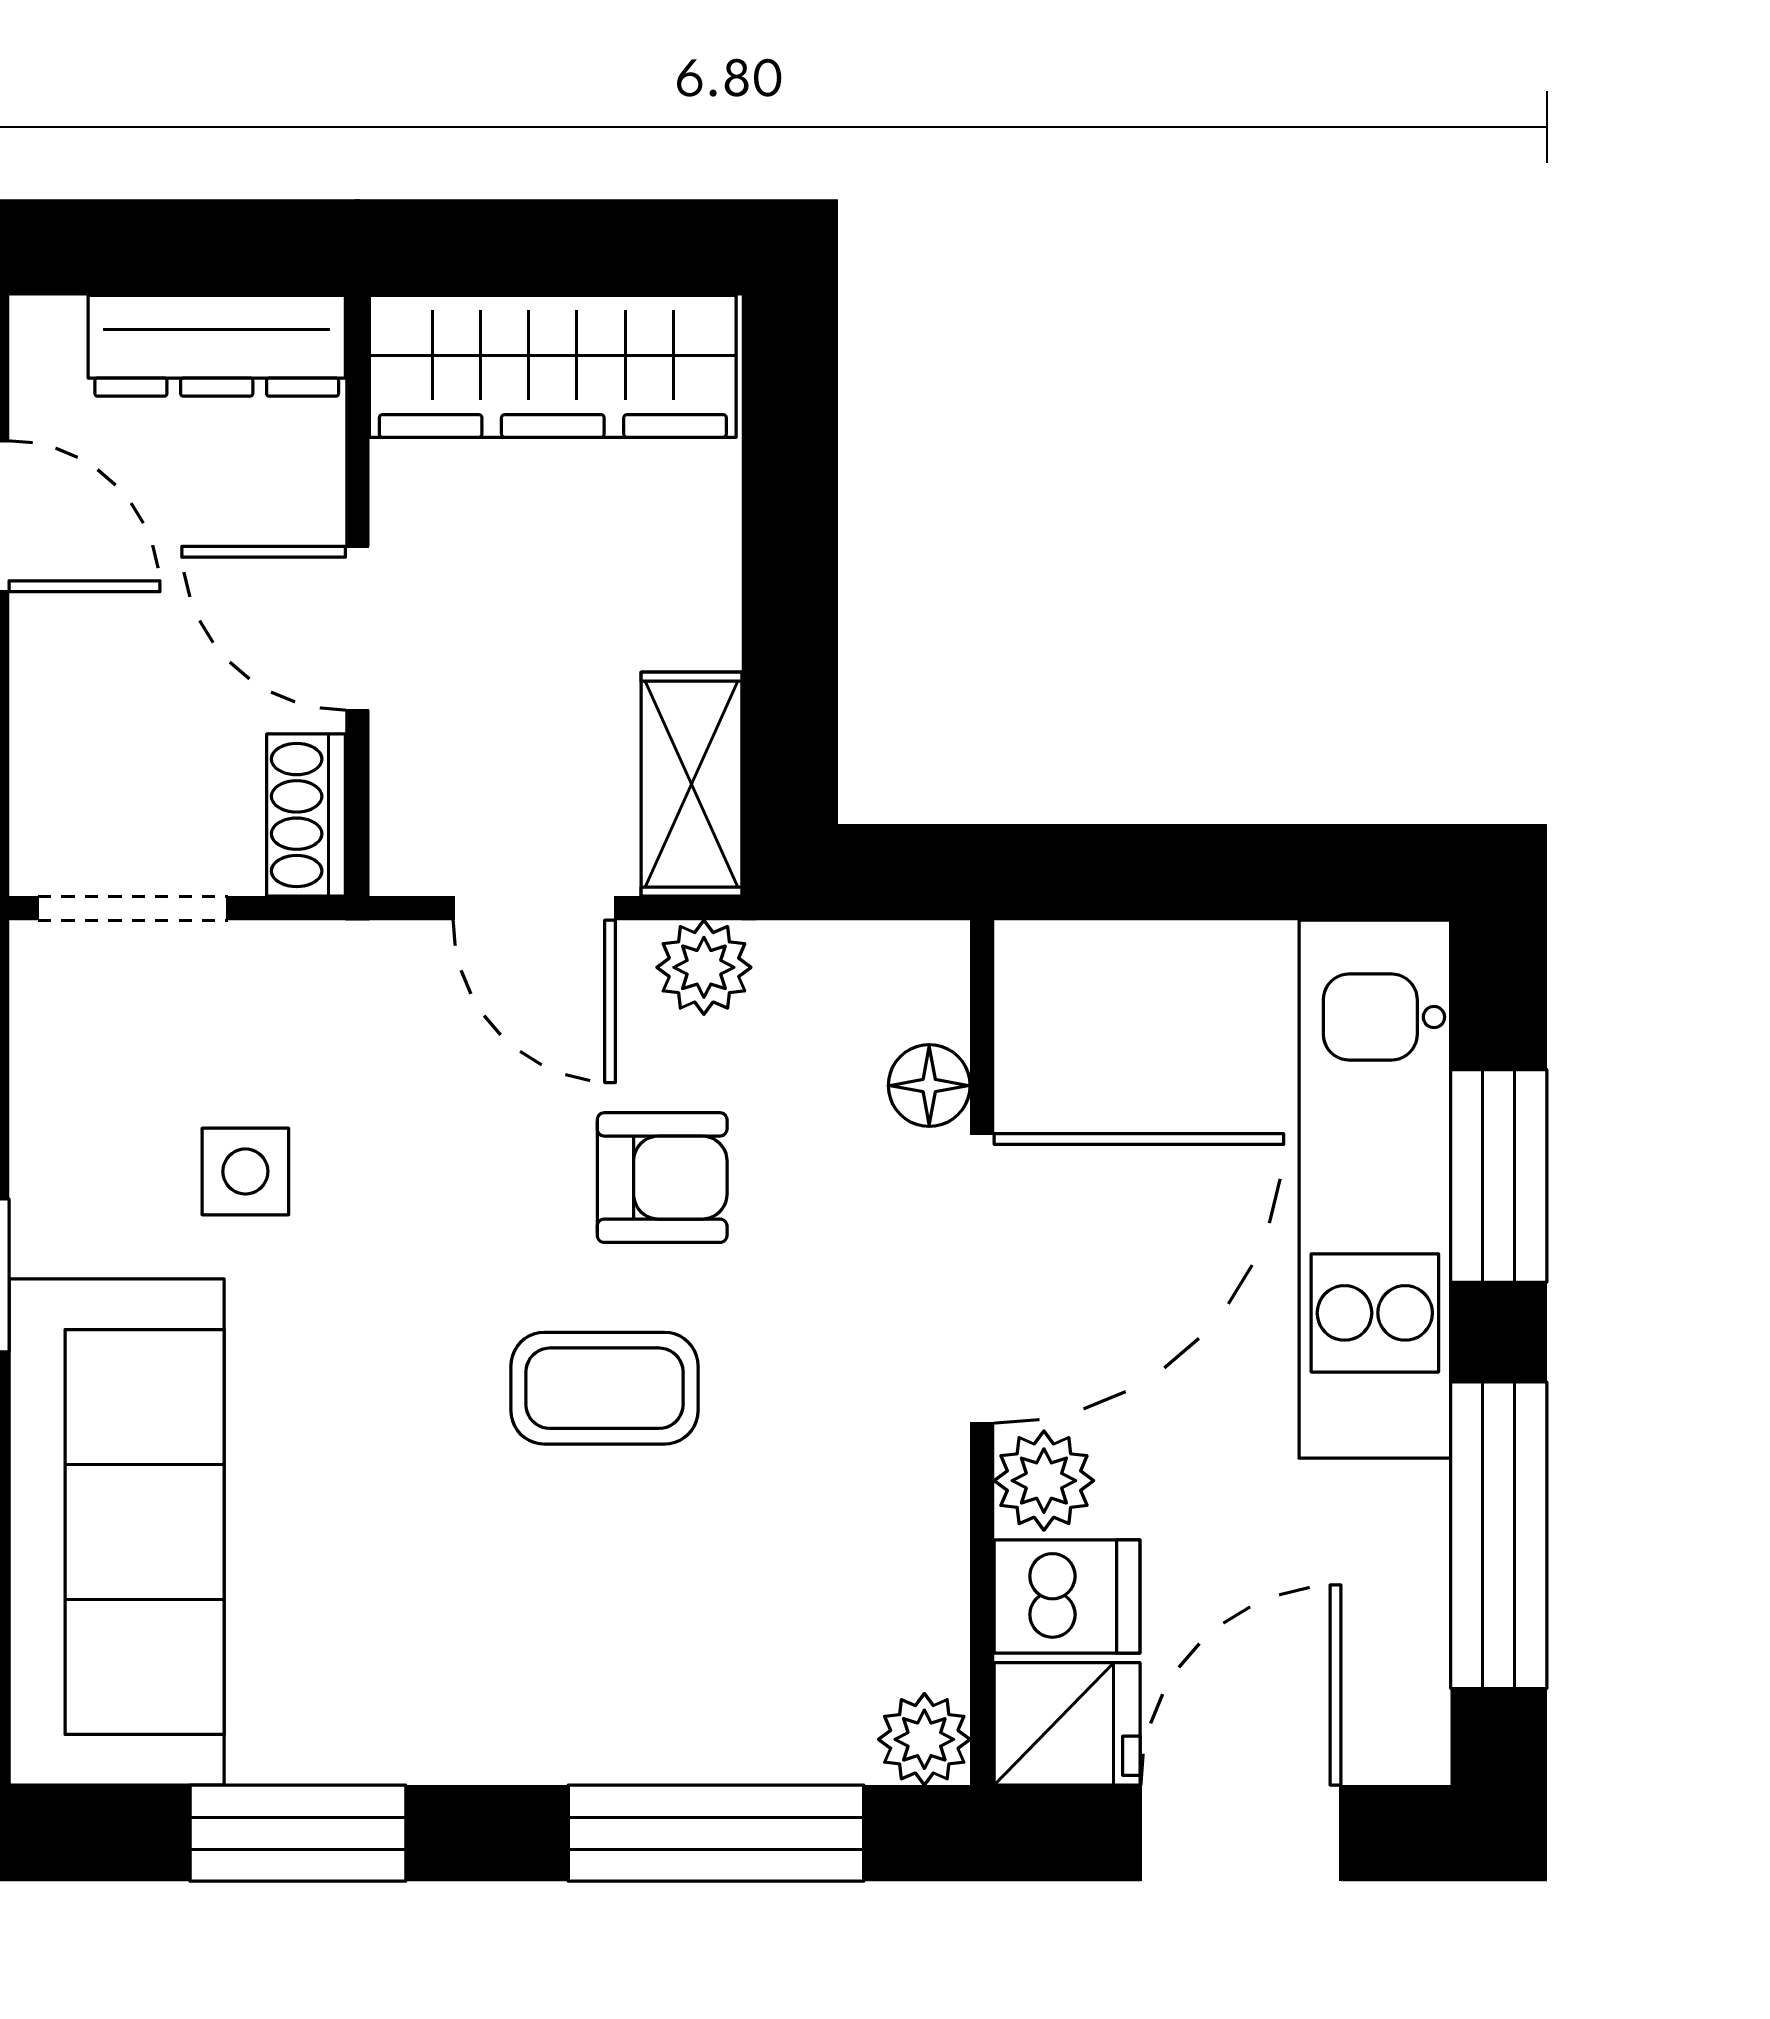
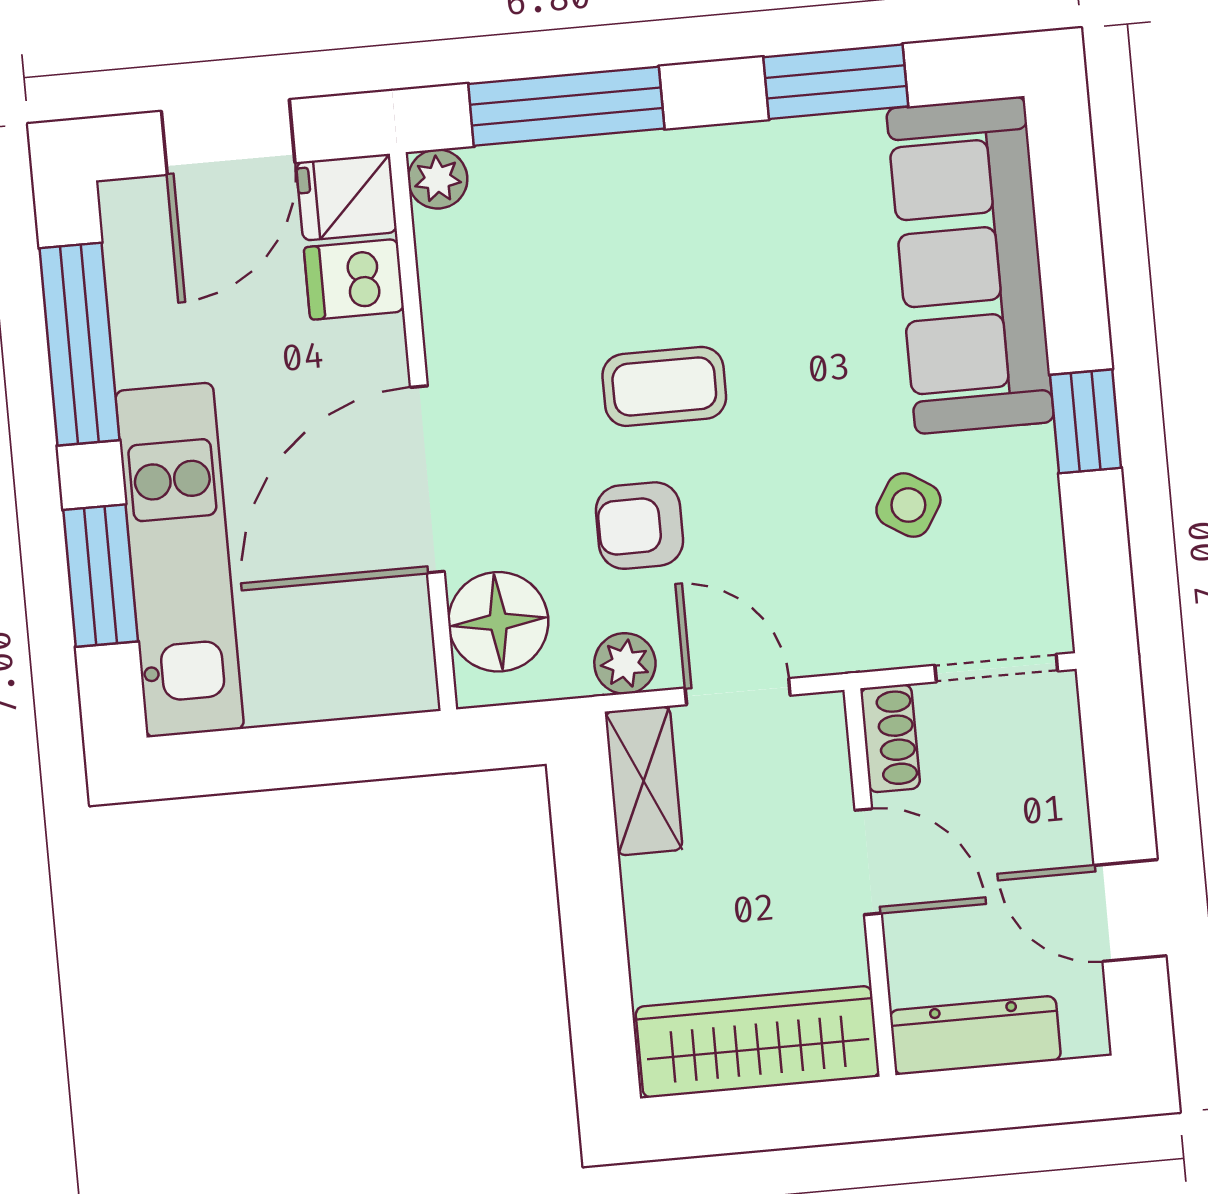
floor lamp: (929, 1086) -> (498, 622), width x1.89, depth x1.89
side table: (245, 1171) -> (908, 505), turned 32
plant: (1044, 1481) -> (376, 353), removed

